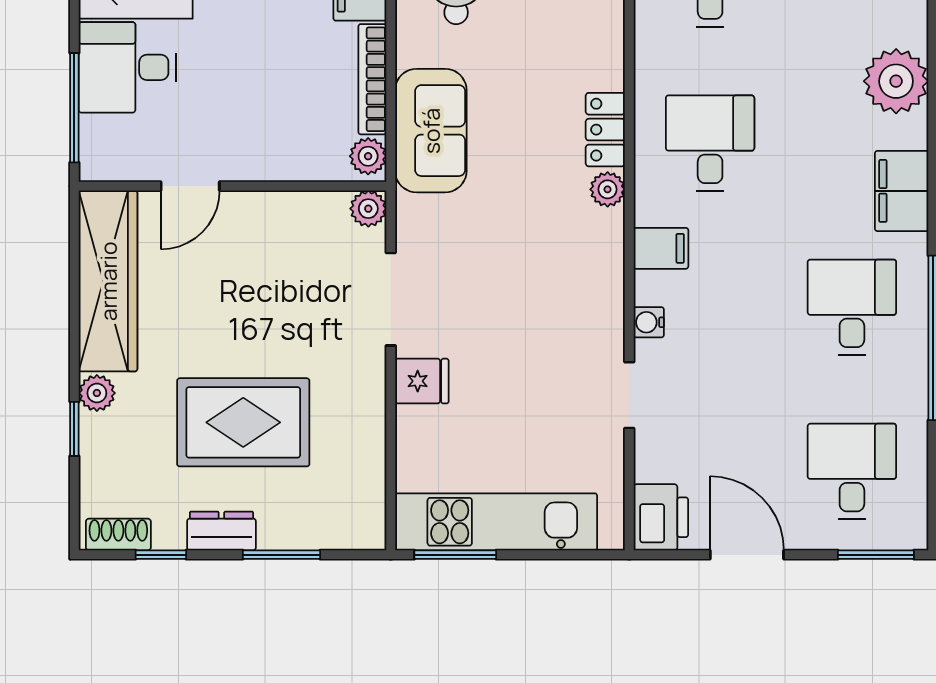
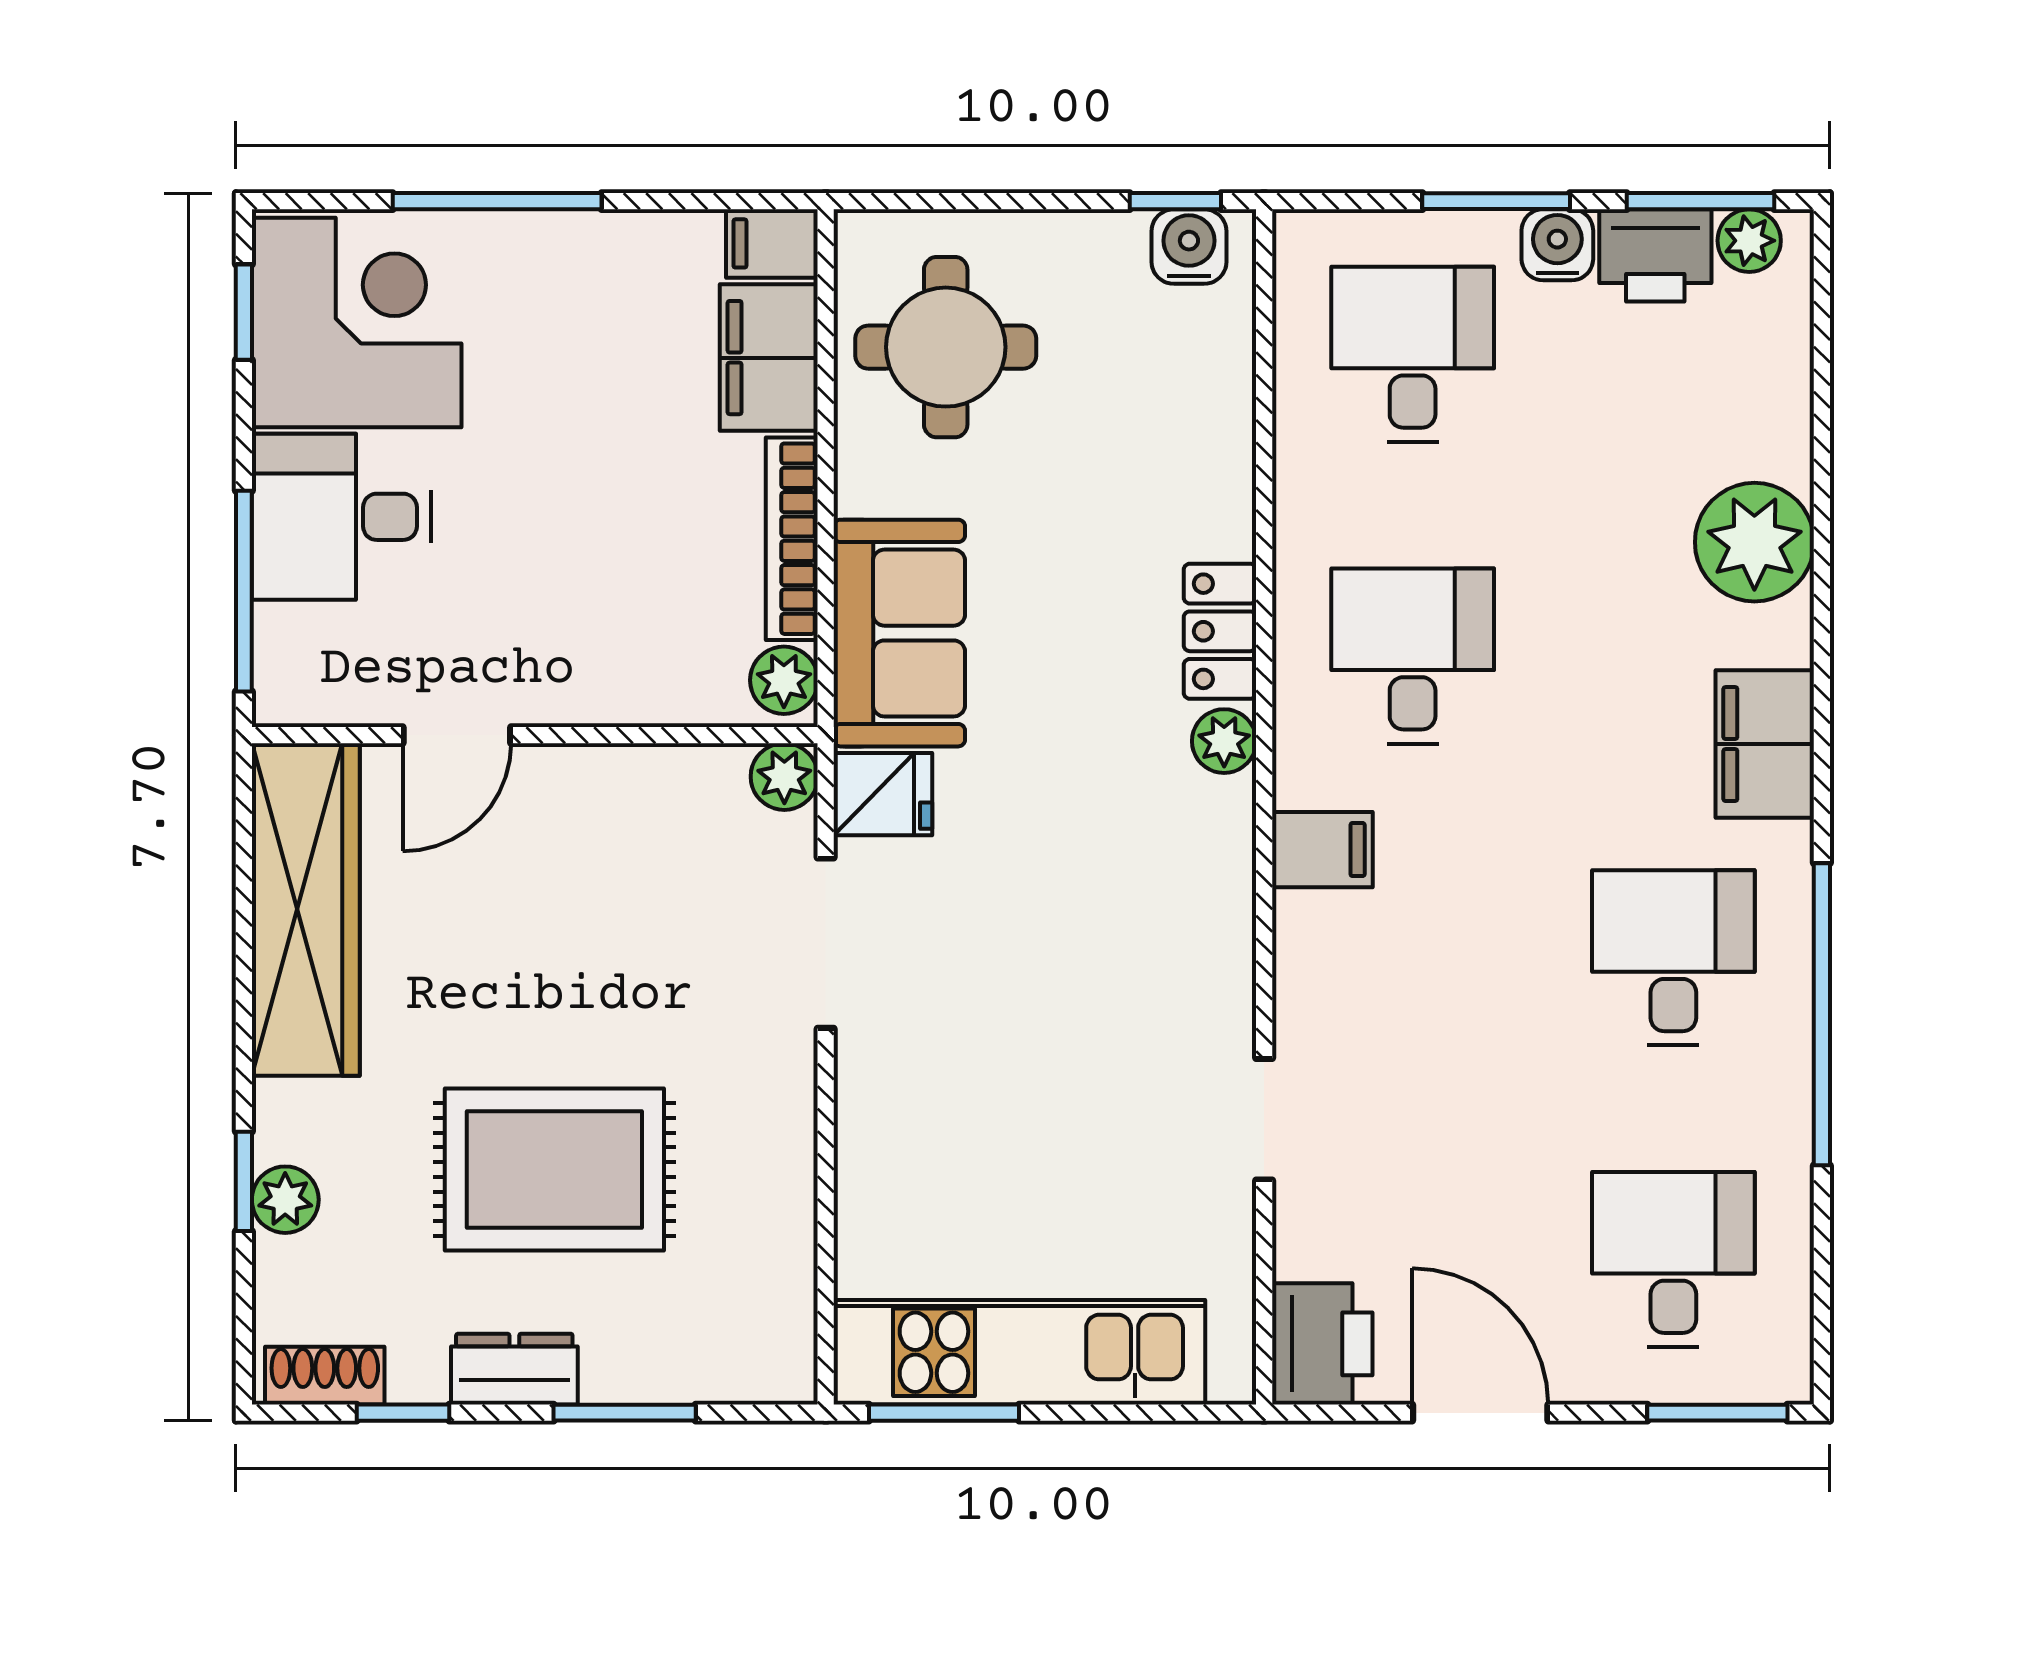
water cooler: (649, 322) -> (1300, 985), removed
fridge: (422, 381) -> (883, 794), moved
plant: (97, 393) -> (285, 1200), moved

